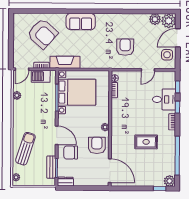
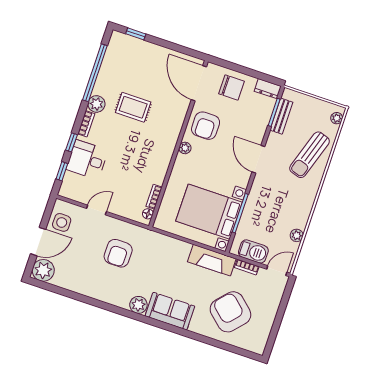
plant: (155, 19) -> (138, 305), moved
chair: (71, 153) -> (231, 87), moved
plant: (170, 181) -> (96, 104), moved

